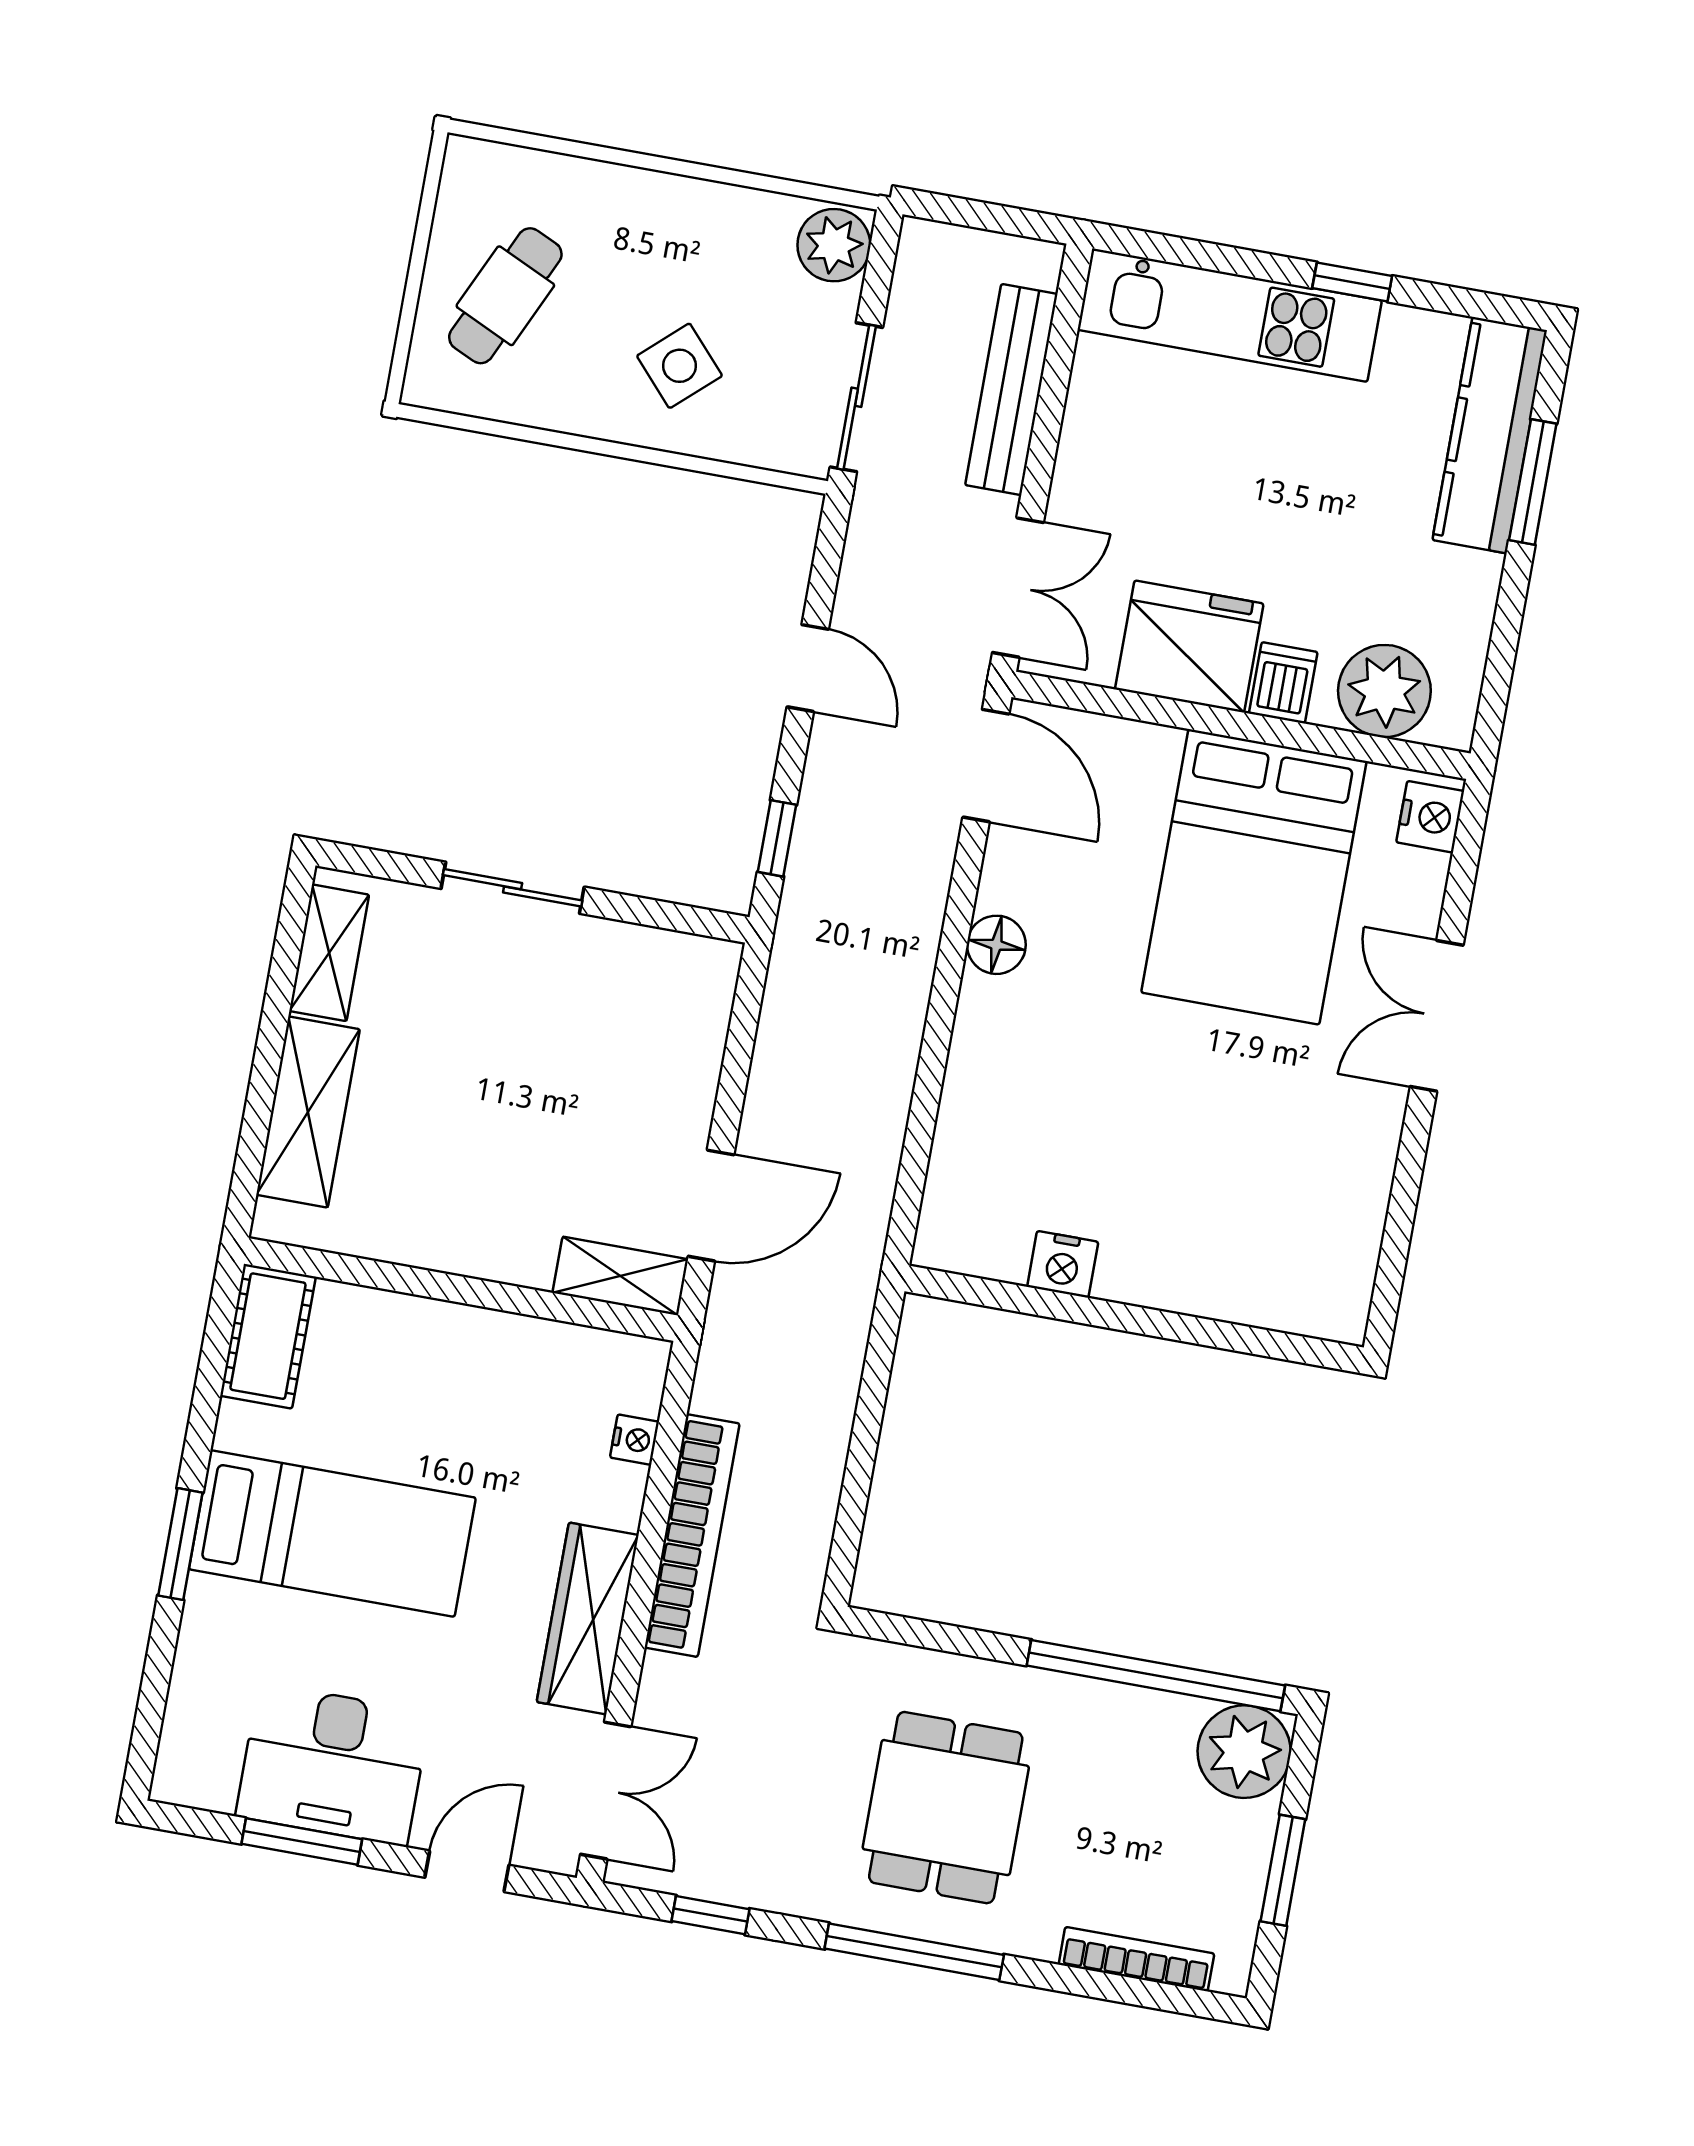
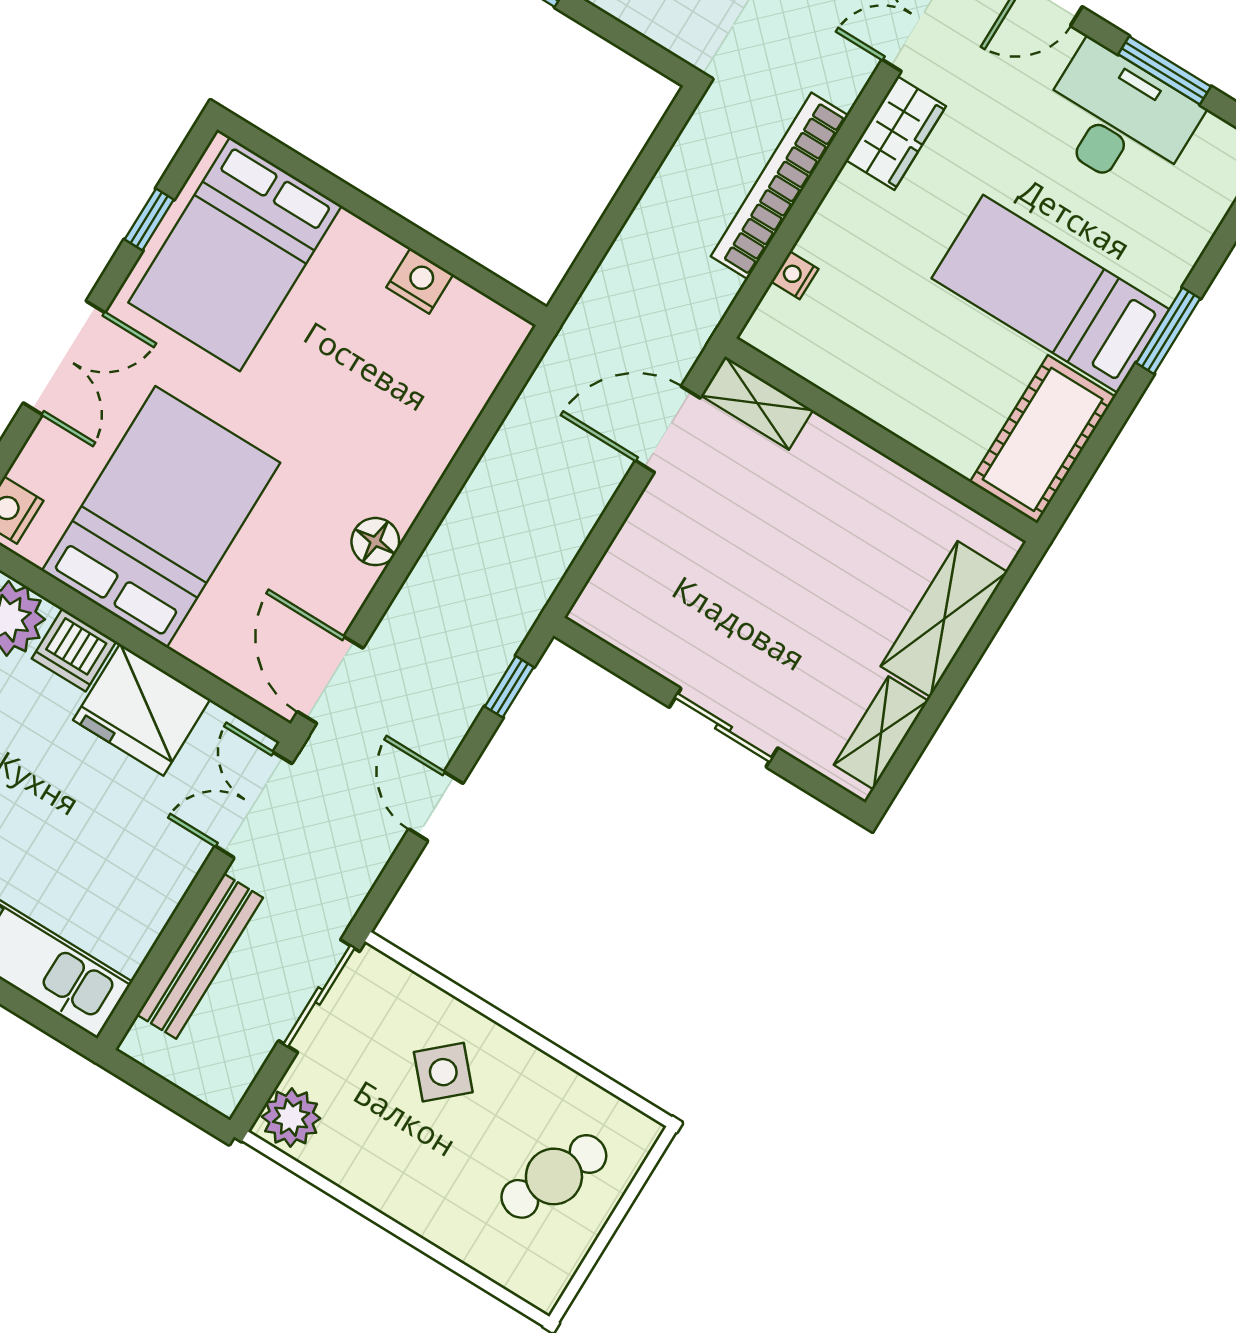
dishwasher: (1283, 683) -> (74, 650), width x1.38
bed: (1287, 1212) -> (235, 254), added
window: (1401, 1213) -> (149, 220), added
cot: (268, 1336) -> (1043, 439), width x1.37, depth x1.34
wardrobe: (588, 1619) -> (896, 133), width x0.67

